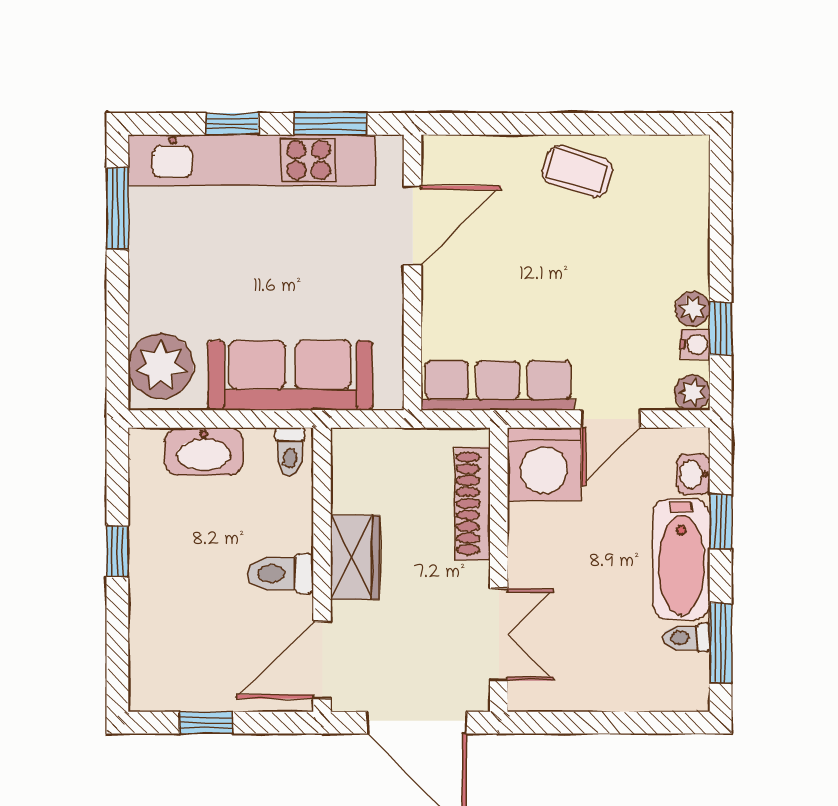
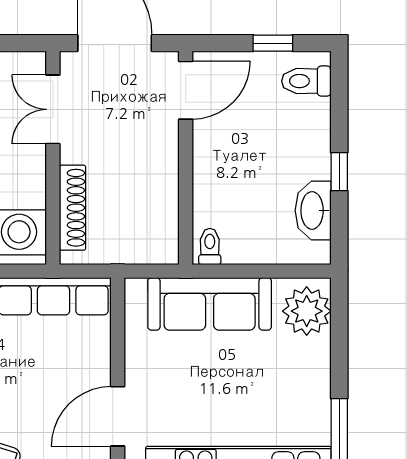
washbasin: (204, 452) -> (313, 210), moved, turned -90
wardrobe: (355, 557) -> (161, 167), removed
toilet: (281, 573) -> (306, 81), moved, turned 180

